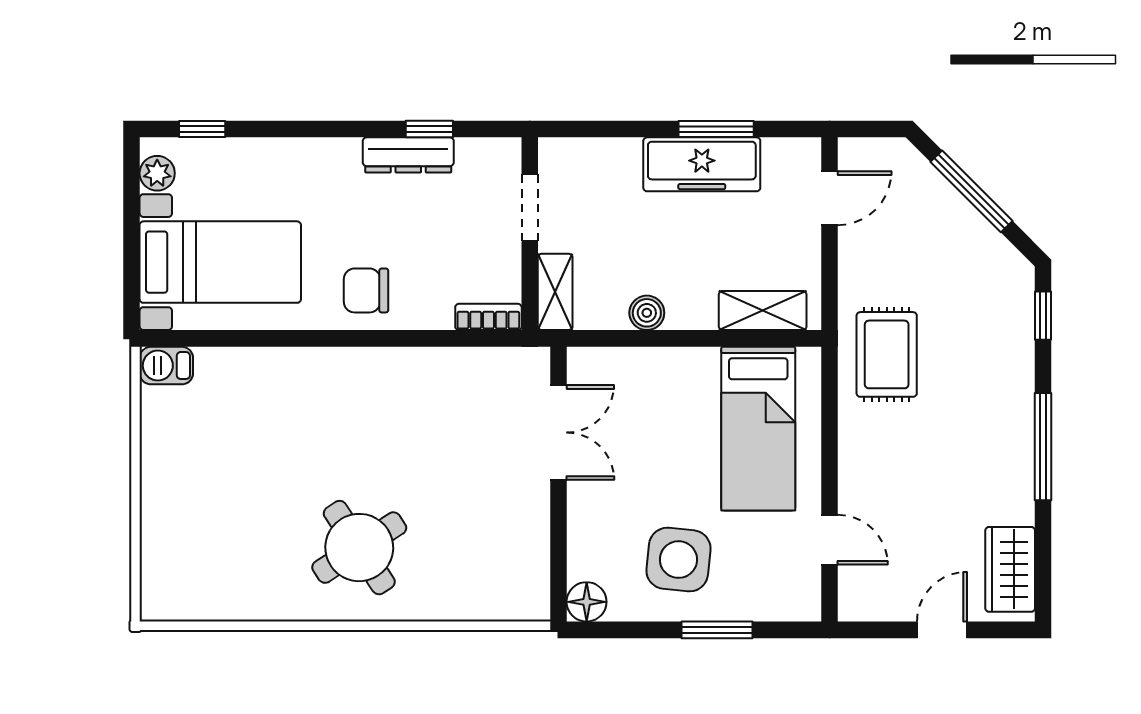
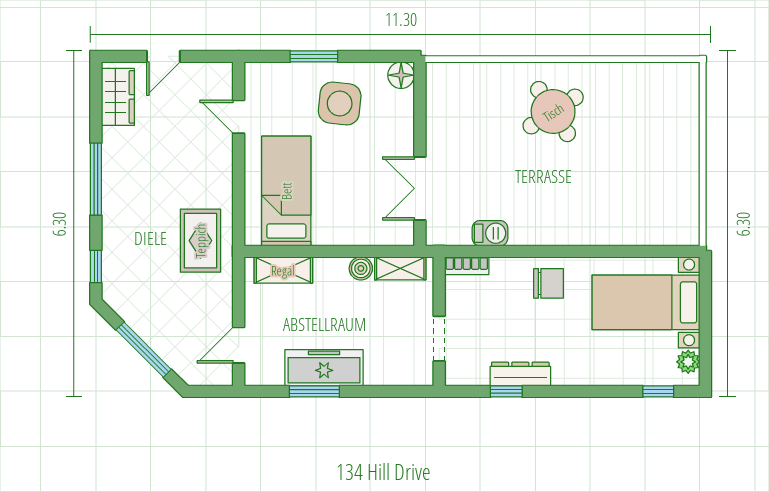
shelving: (555, 292) -> (400, 268), moved, turned 90
barbecue: (166, 366) -> (490, 233), moved

